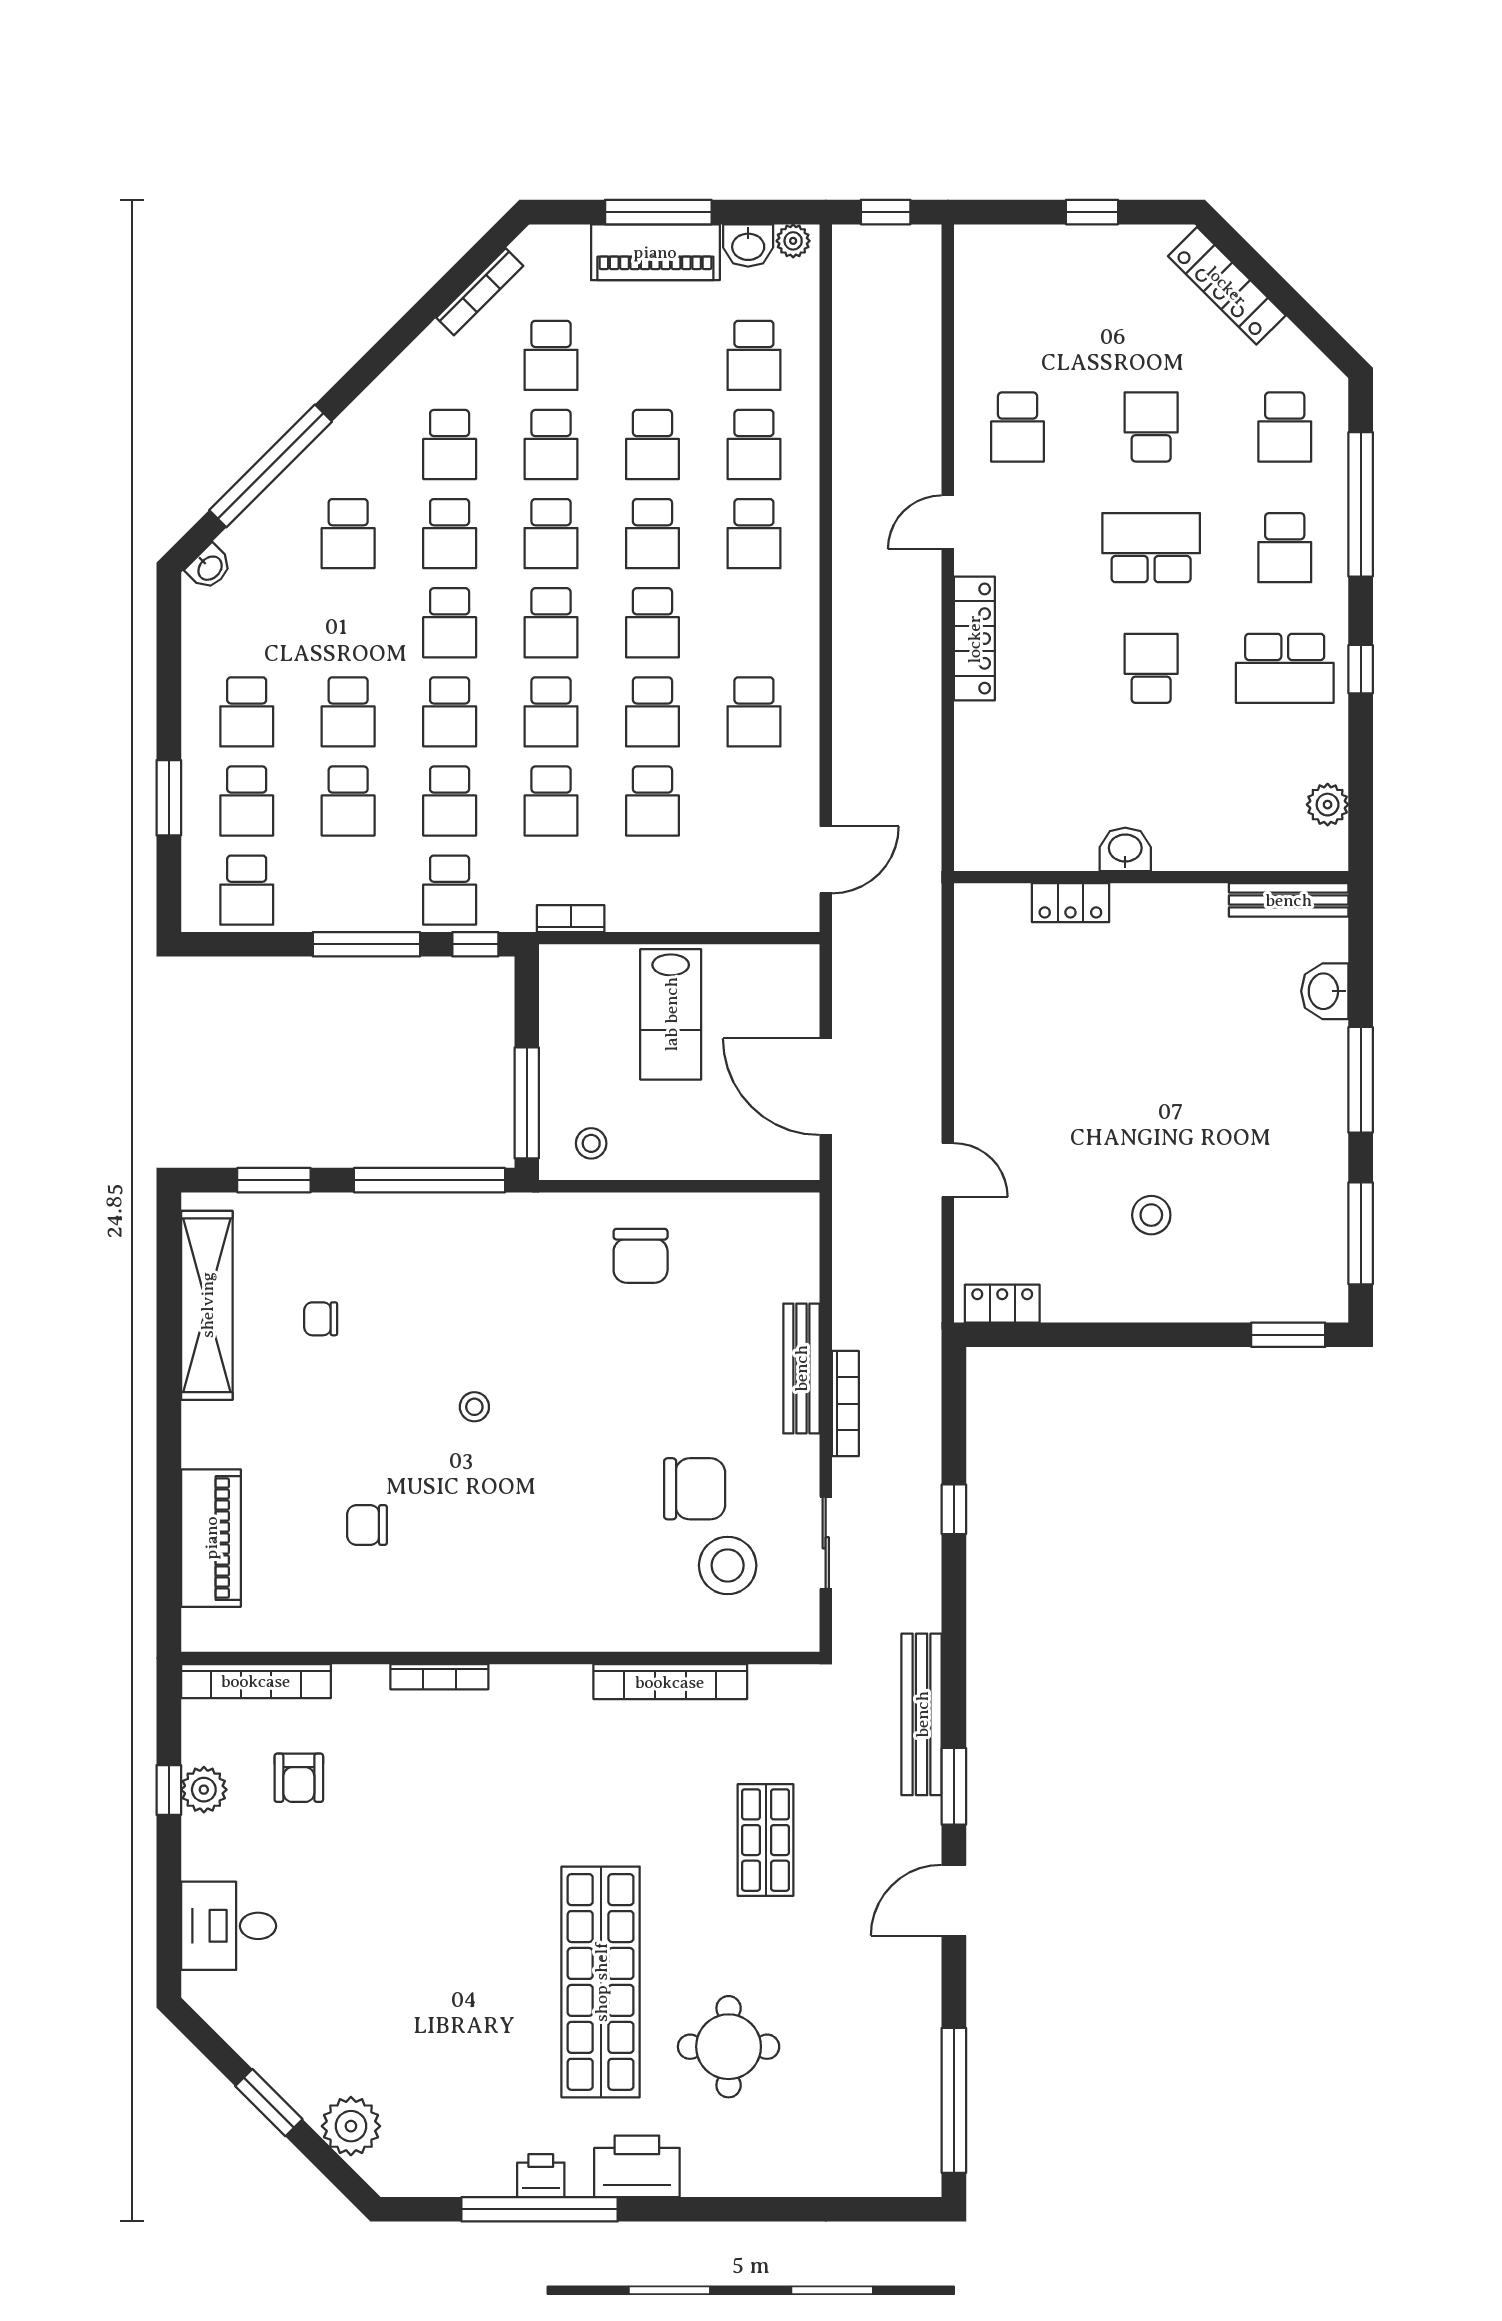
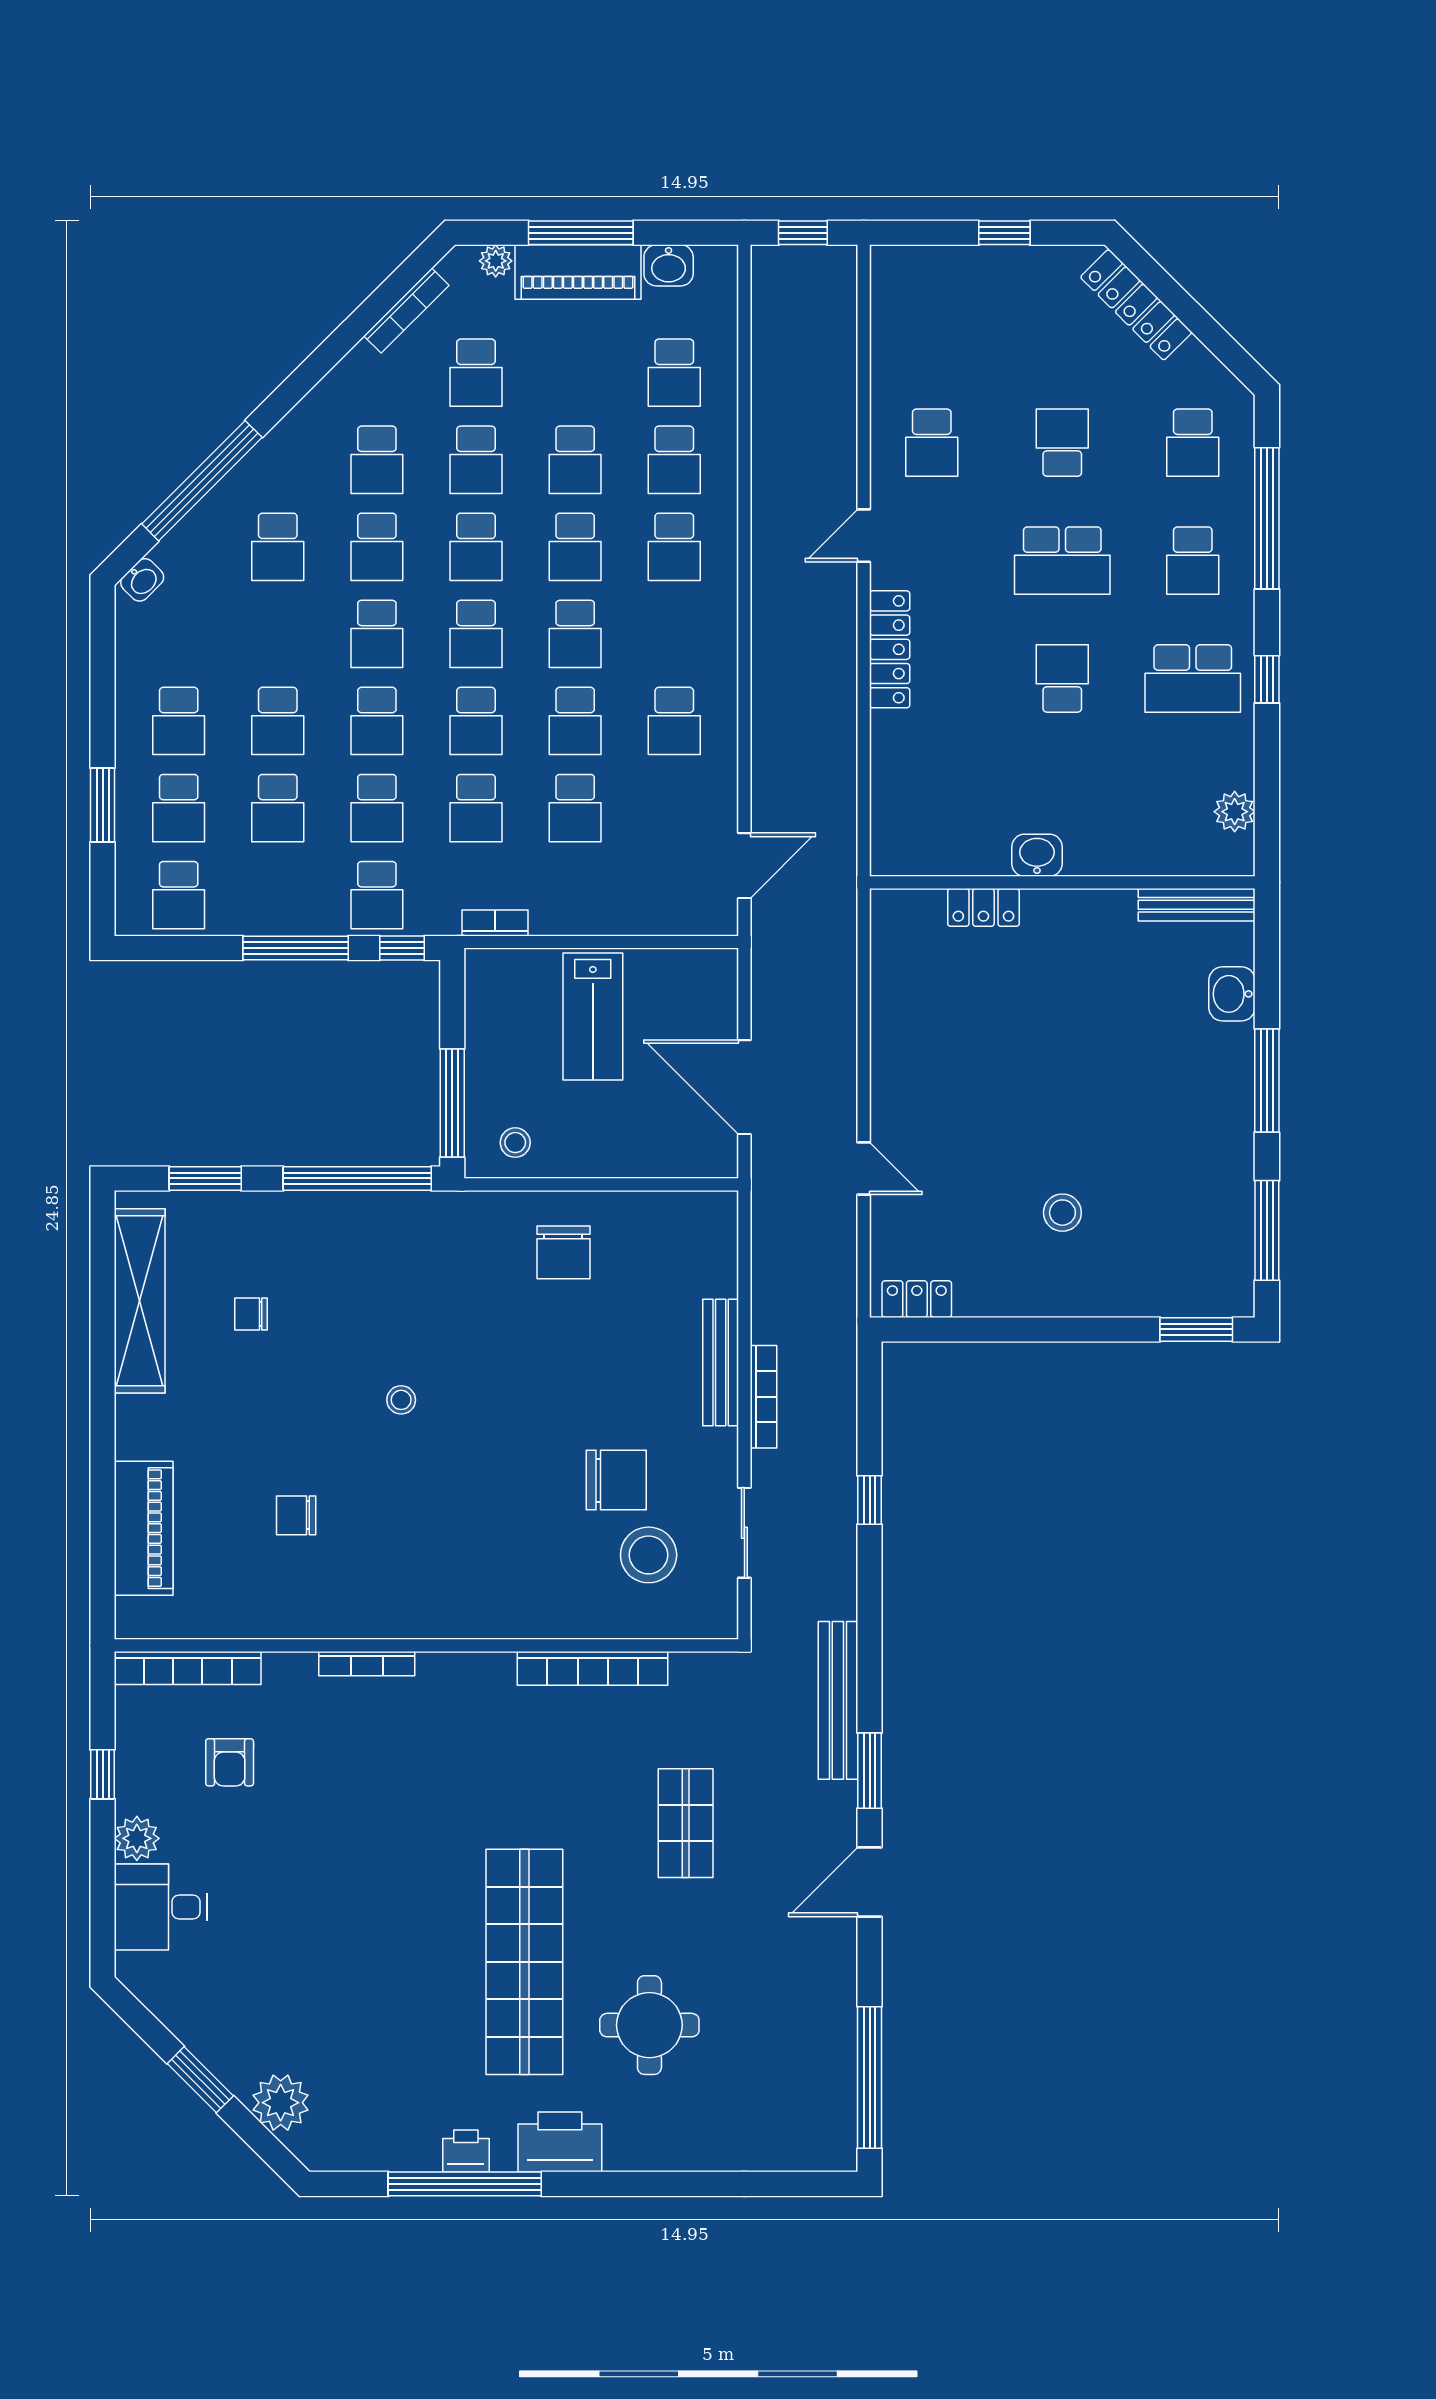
plant: (793, 241) -> (496, 261), moved
school desk: (1151, 548) -> (1062, 561), turned 180
plant: (204, 1790) -> (137, 1838), moved

